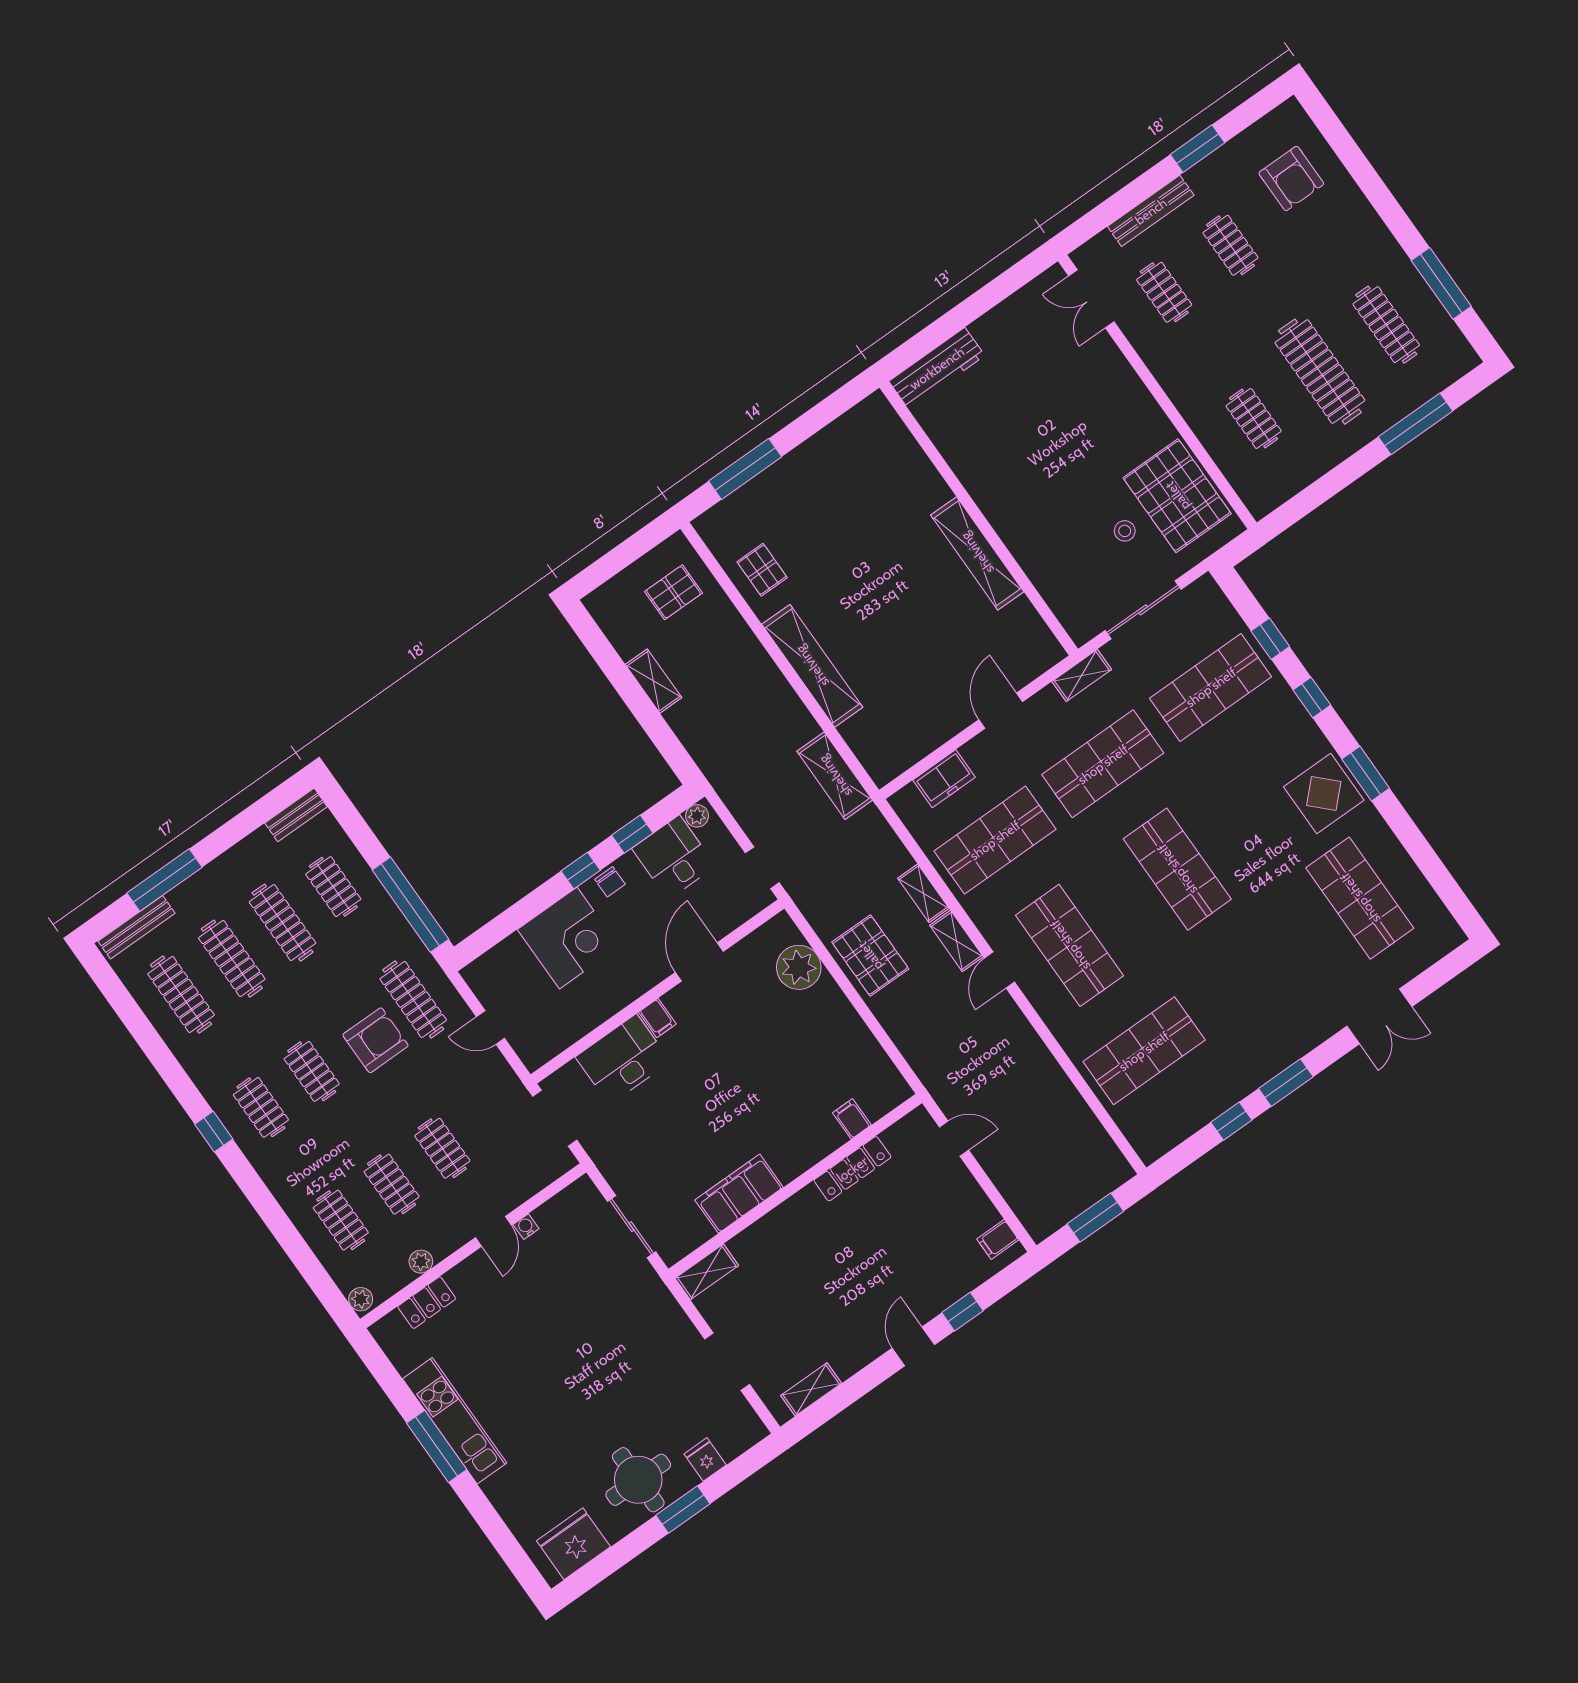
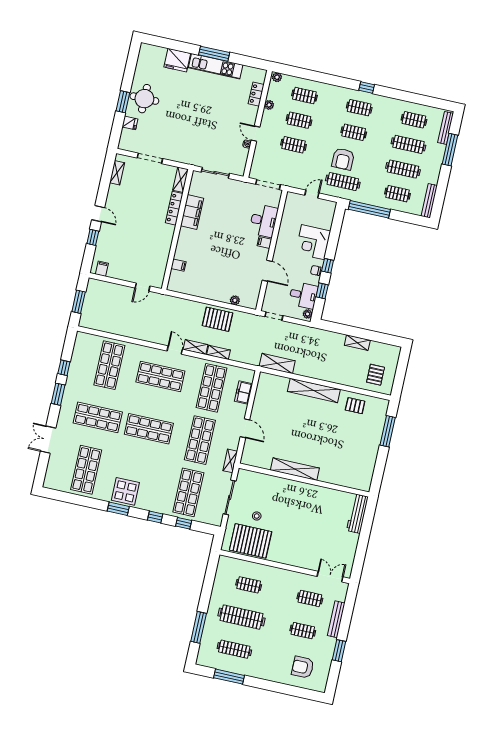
bench: (296, 815) -> (429, 201), width x1.36
shop shelf: (1360, 898) -> (86, 470), turned 90
plant: (799, 967) -> (235, 300), width x0.53, depth x0.53
shop shelf: (1252, 974) -> (98, 417), added
clothes rail: (181, 994) -> (414, 120), width x0.73
locker: (852, 1169) -> (174, 208), moved
fridge: (574, 1544) -> (177, 60), moved, turned 90

